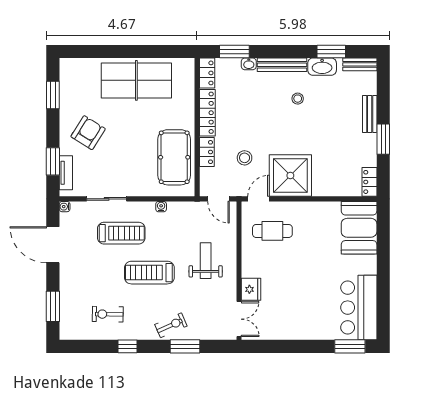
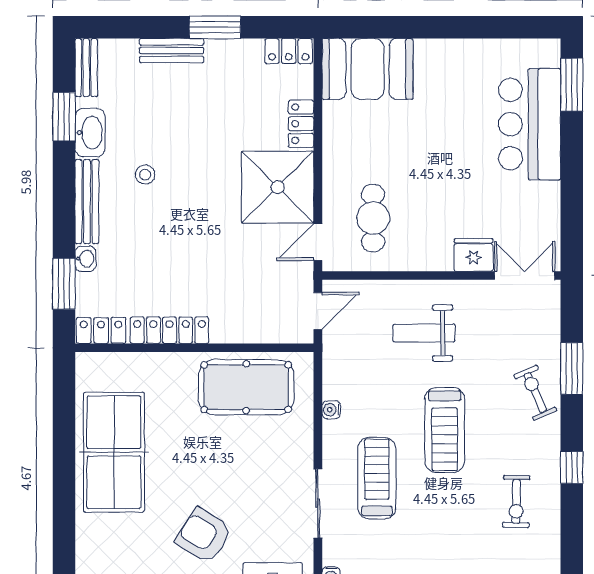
locker: (207, 152) -> (301, 124), moved, turned -90
stool: (245, 158) -> (247, 266), removed
door: (258, 199) -> (318, 242), hinge flipped
bar counter: (359, 308) -> (530, 124), moved, turned 90

